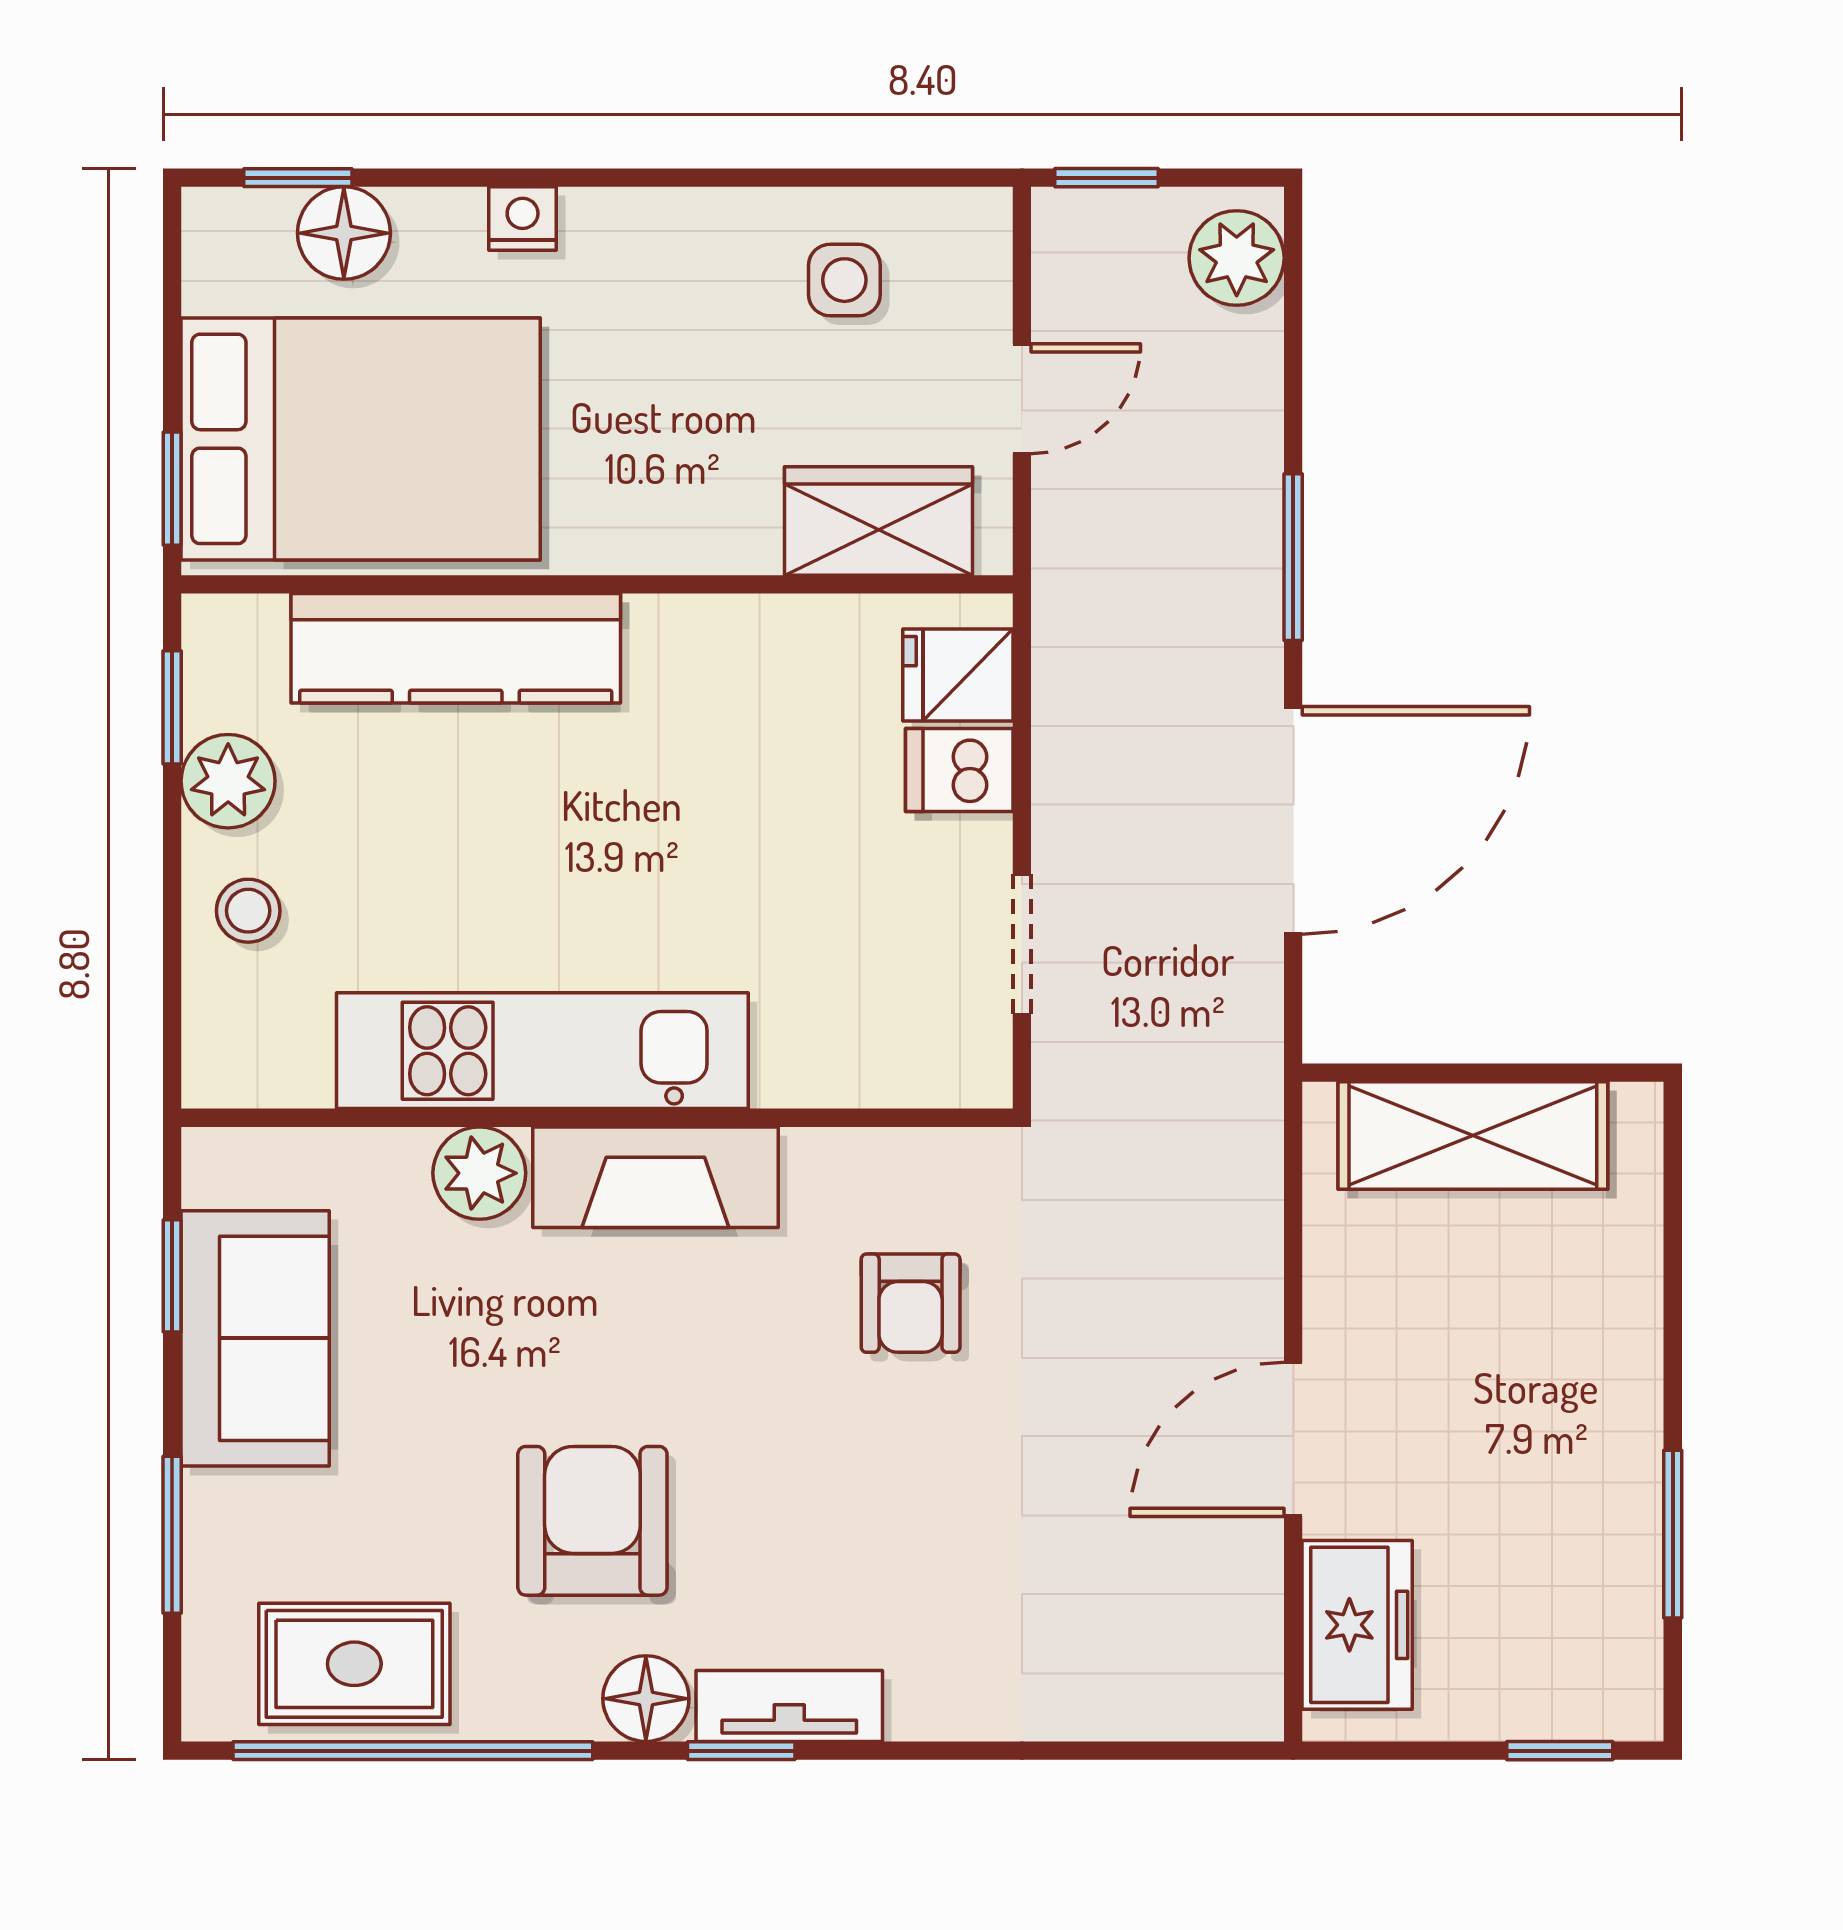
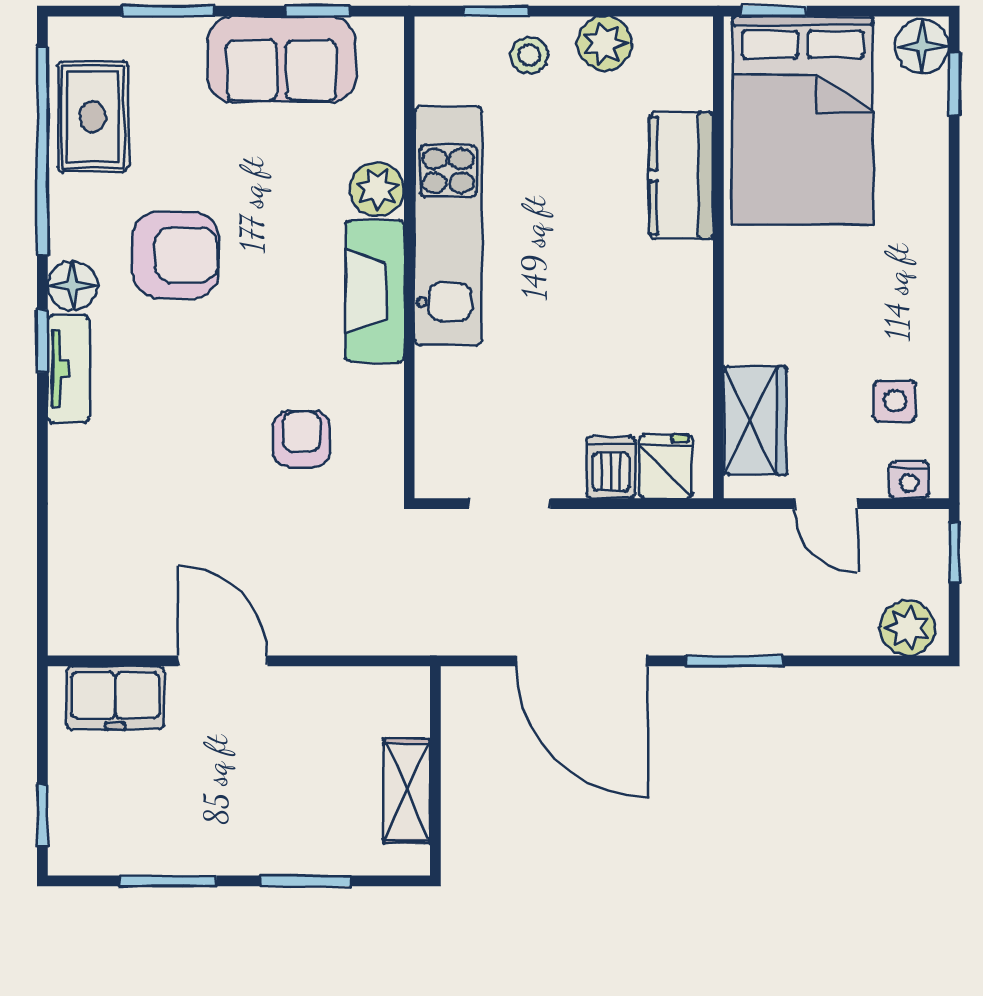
nightstand: (523, 218) -> (909, 480), moved, turned 90
floor lamp: (344, 233) -> (922, 47), moved
kitchen counter: (456, 648) -> (681, 175), width x0.67
window: (172, 707) -> (496, 11), moved
shelving: (1473, 1135) -> (407, 791), width x0.67, depth x0.75
window: (1673, 1297) -> (305, 881), added
armchair: (911, 1303) -> (302, 439), turned 90

